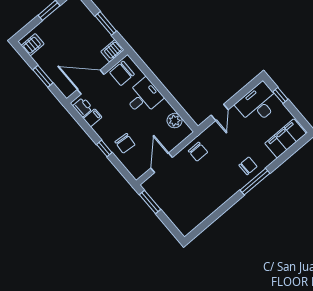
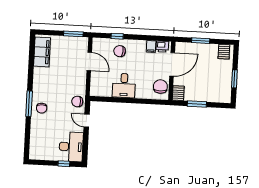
desk: (144, 97) -> (124, 86), moved
plant: (175, 121) -> (106, 91), removed
filing cabinet: (285, 138) -> (42, 52), moved
window: (104, 148) -> (117, 36), moved
chair: (198, 152) -> (77, 102), moved

